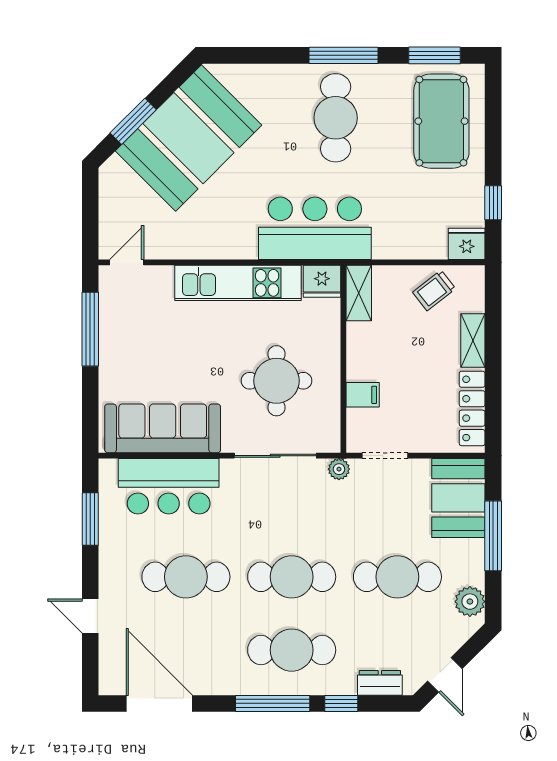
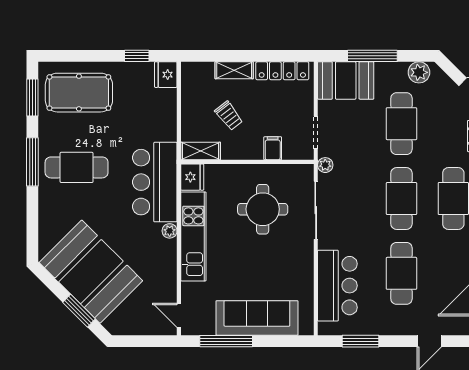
plant: (246, 249) -> (170, 231), added
trolley: (434, 290) -> (229, 116), moved
sofa: (163, 428) -> (257, 318), moved, turned 90

